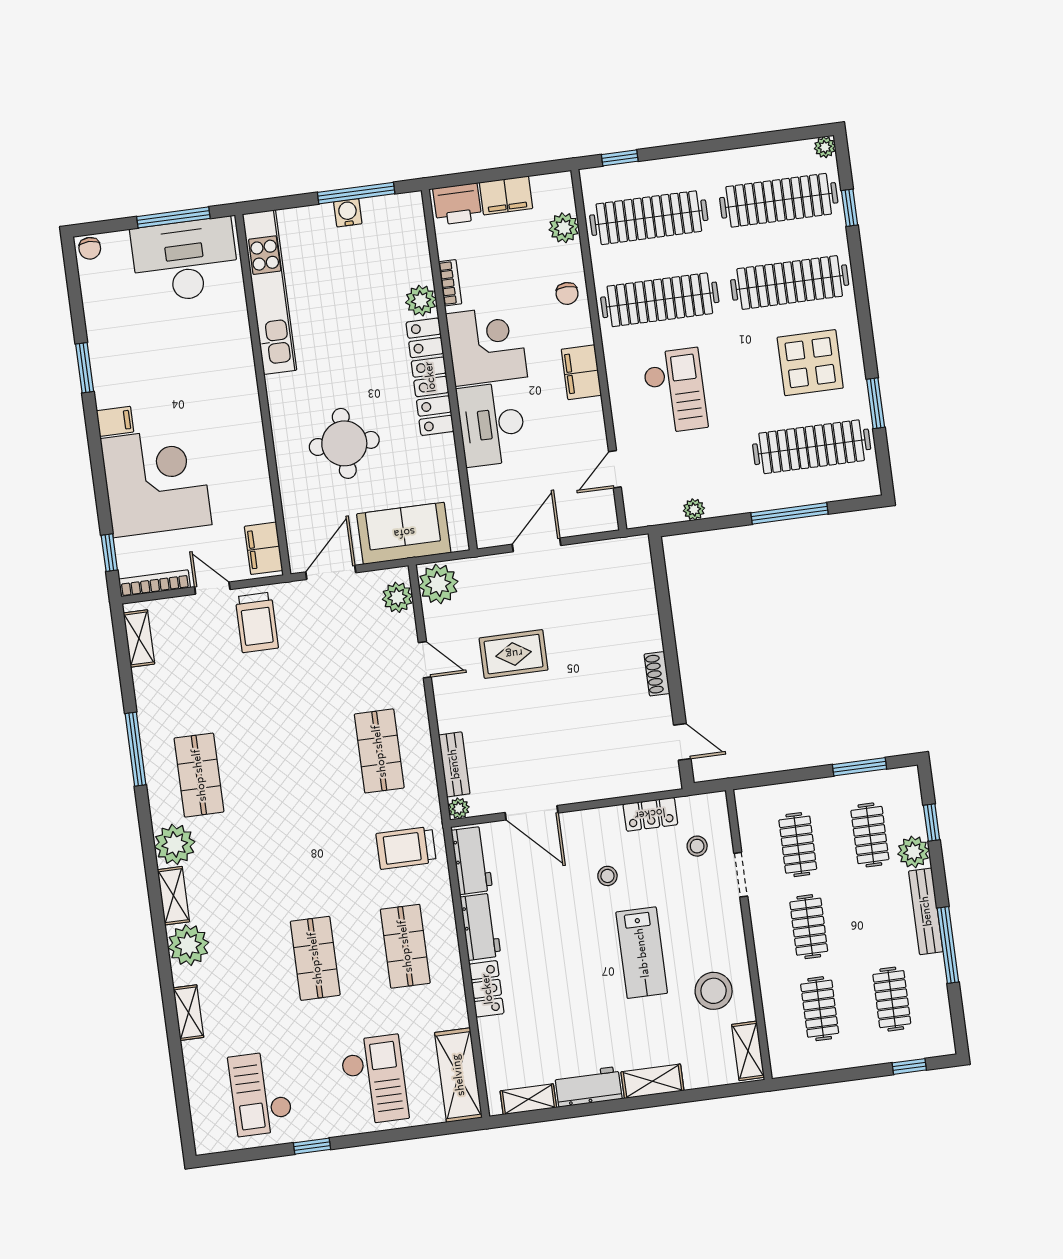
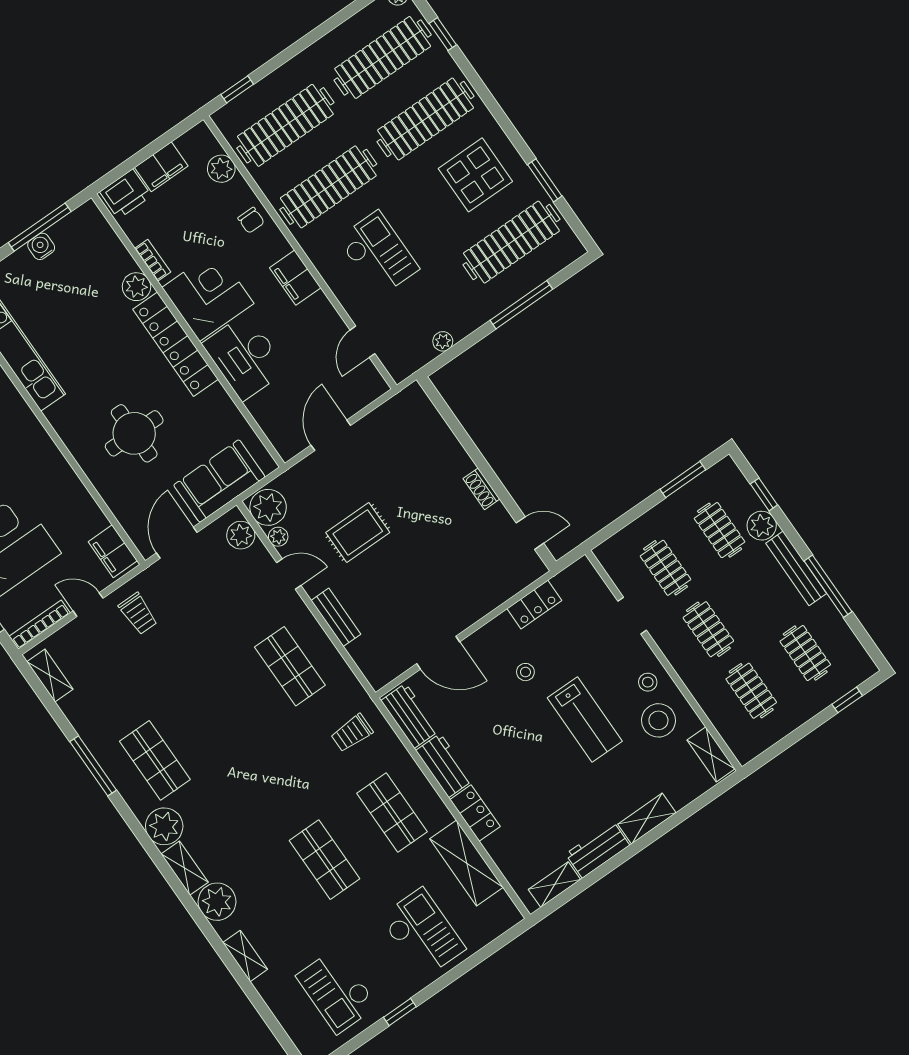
trolley: (257, 622) -> (138, 614), width x0.73, depth x0.72
bench: (454, 764) -> (336, 617), moved
plant: (459, 808) -> (278, 537), moved
stool: (697, 846) -> (648, 682), moved
trolley: (406, 848) -> (352, 733), width x0.73, depth x0.72
shelving: (458, 1075) -> (467, 863), moved

